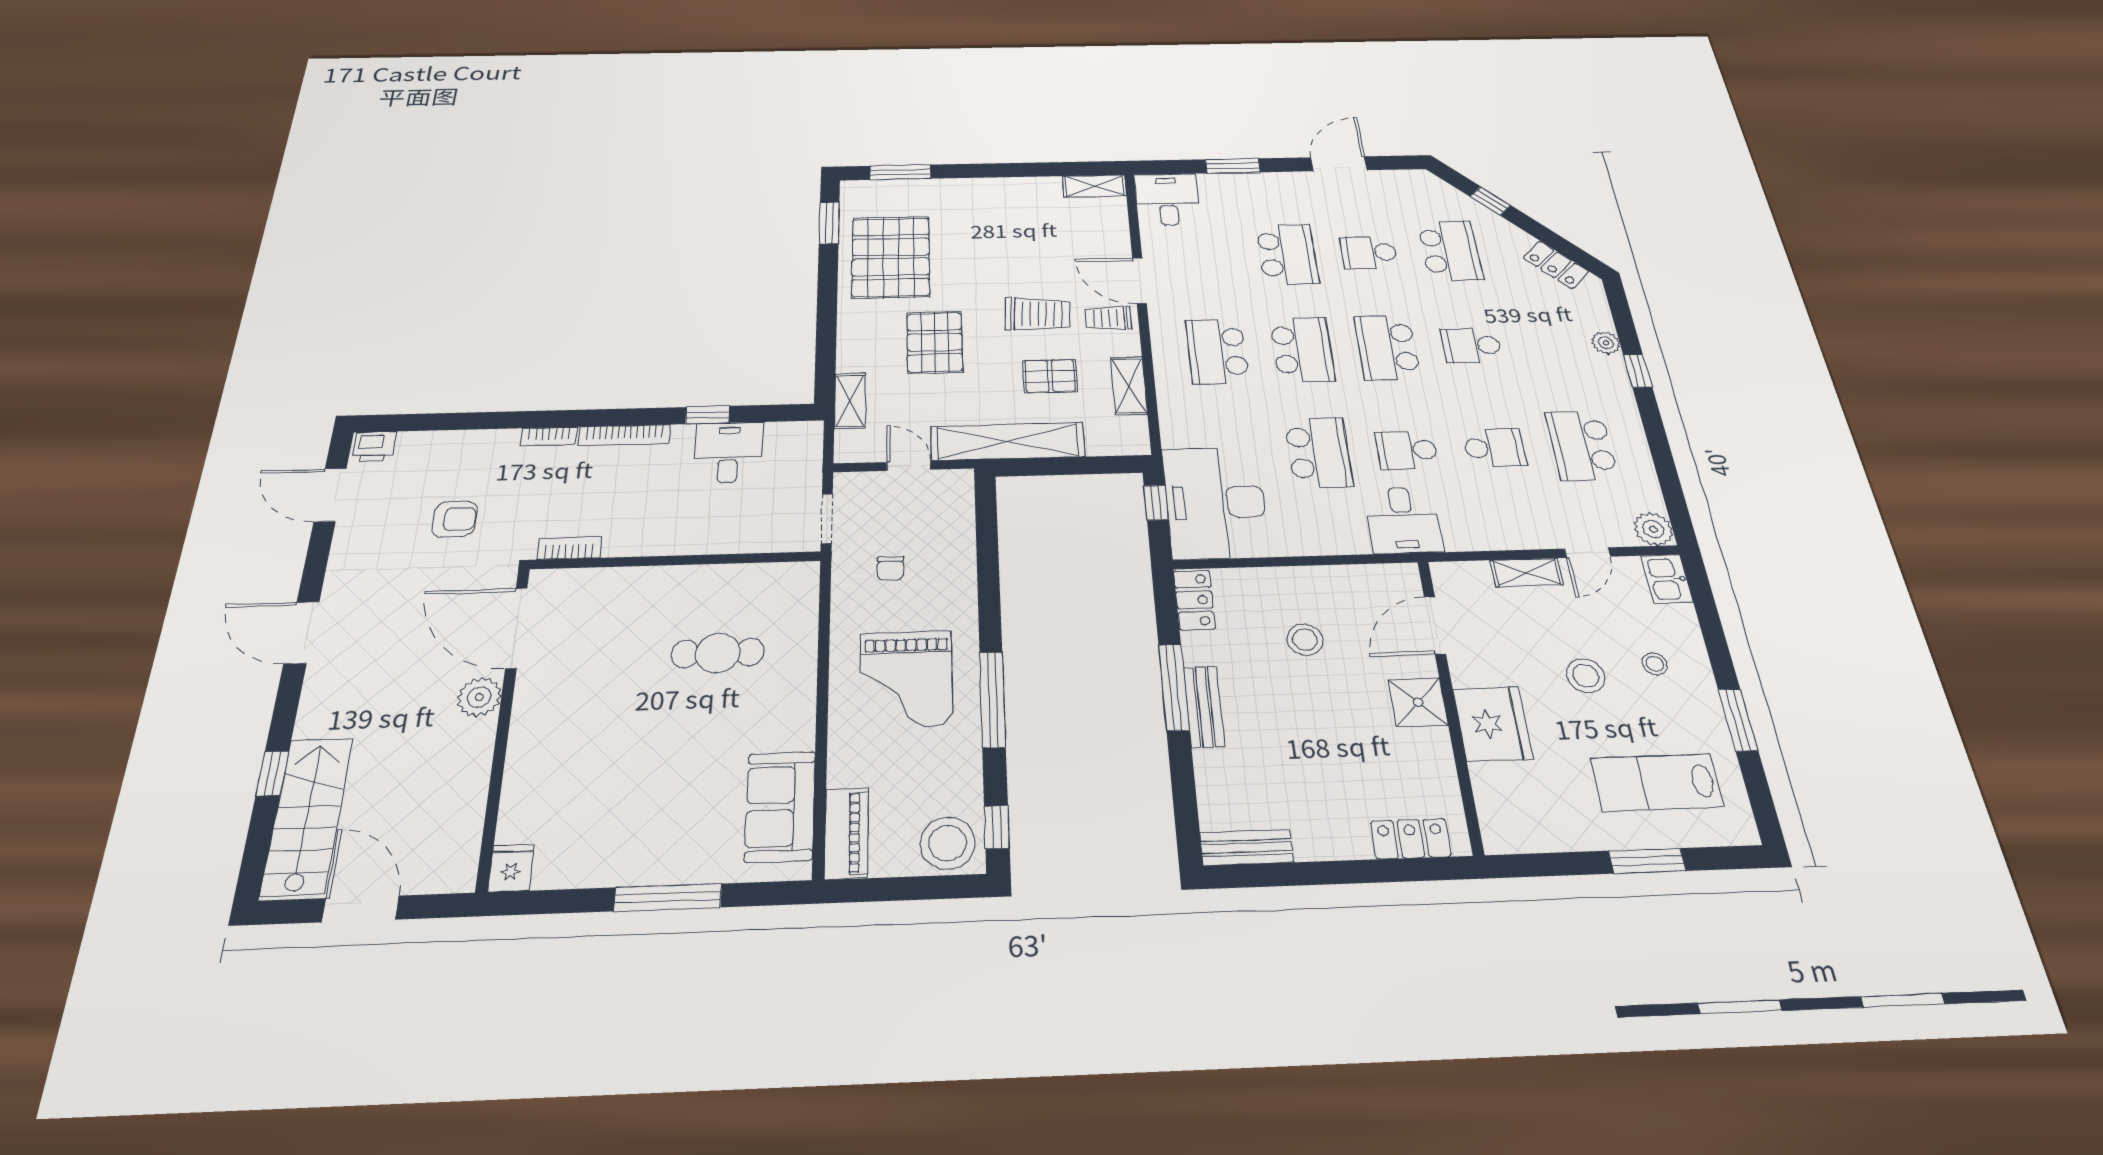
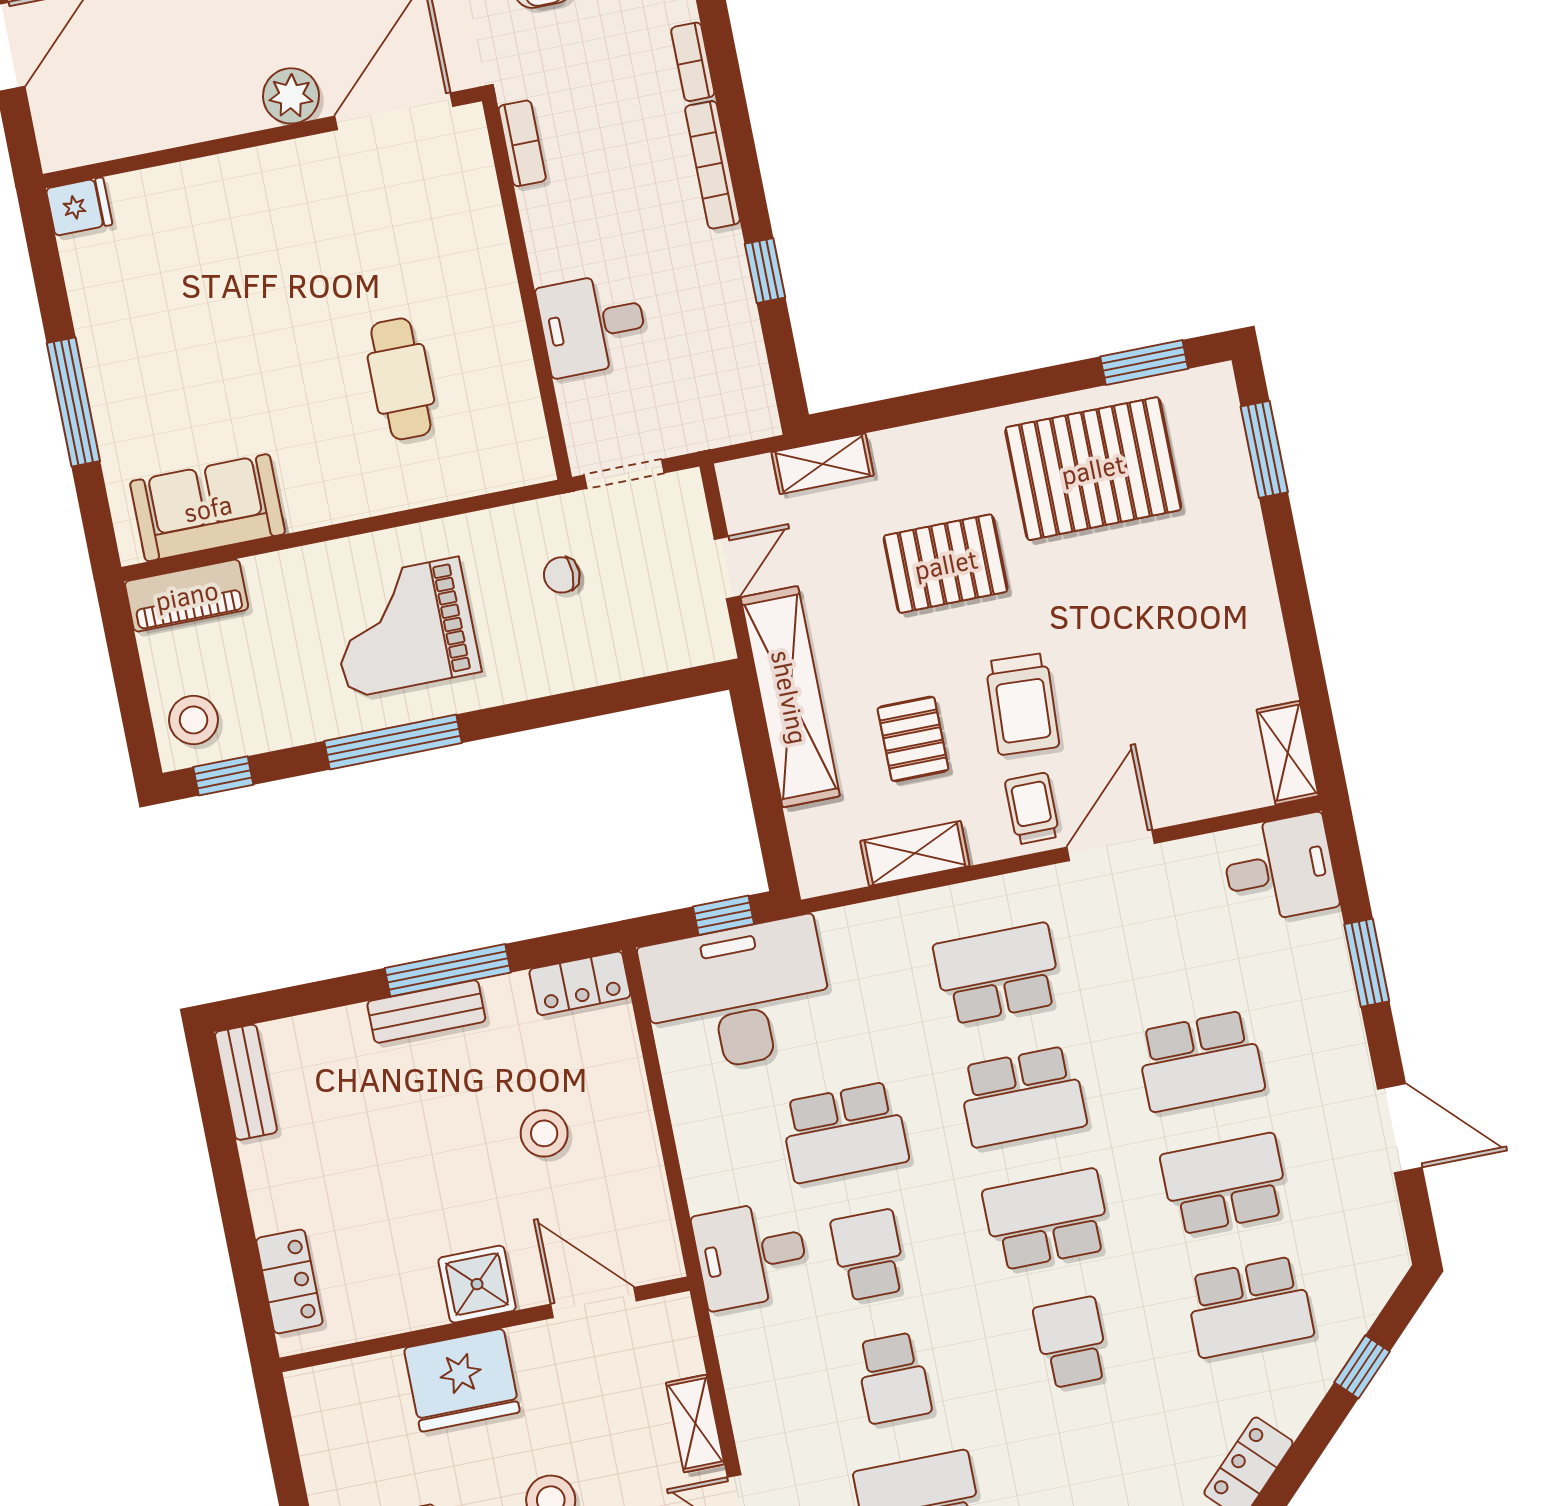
school desk: (1369, 252) -> (1225, 1184), width x1.85
desk: (728, 452) -> (593, 324), moved, turned 180
stool: (948, 843) -> (194, 720), width x0.73, depth x0.73

